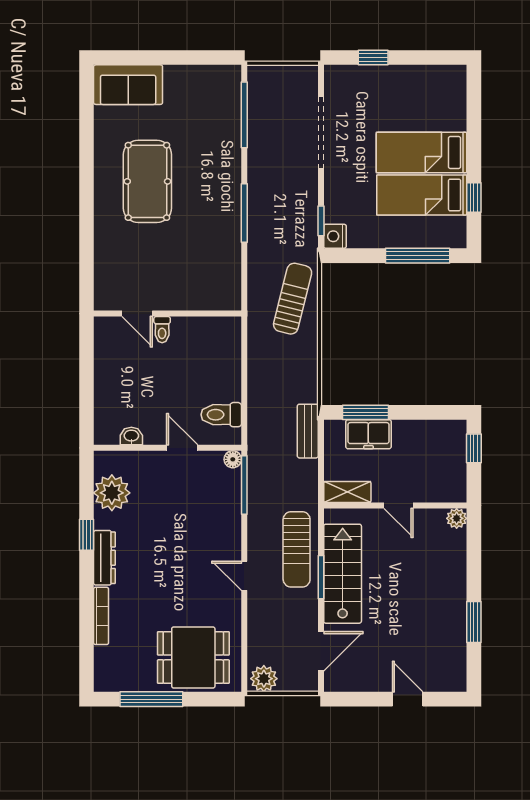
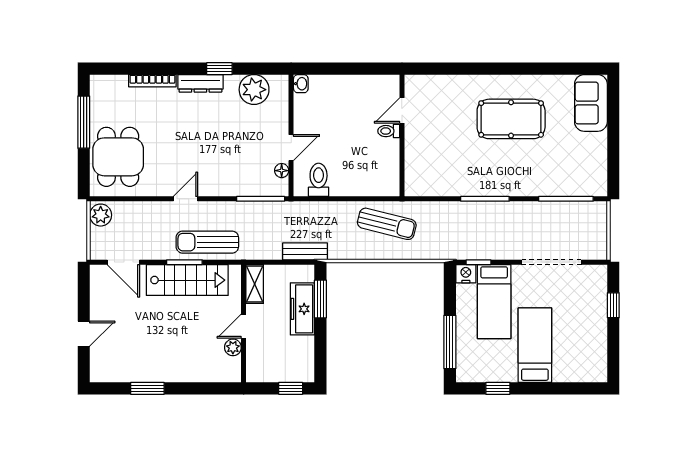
bed: (422, 195) -> (494, 302), moved, turned 180
sun lounger: (293, 299) -> (387, 224), moved
freezer: (368, 434) -> (302, 309), width x1.40
washbasin: (131, 436) -> (301, 84), moved
floor lamp: (233, 459) -> (282, 171), moved
plant: (457, 518) -> (233, 347), moved

